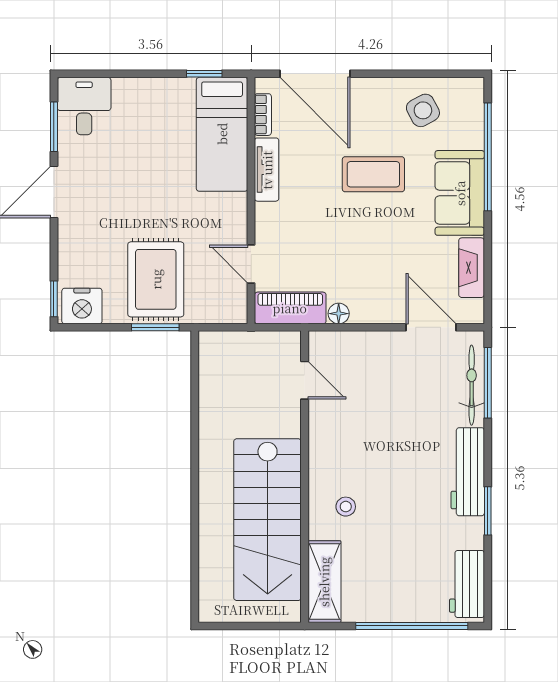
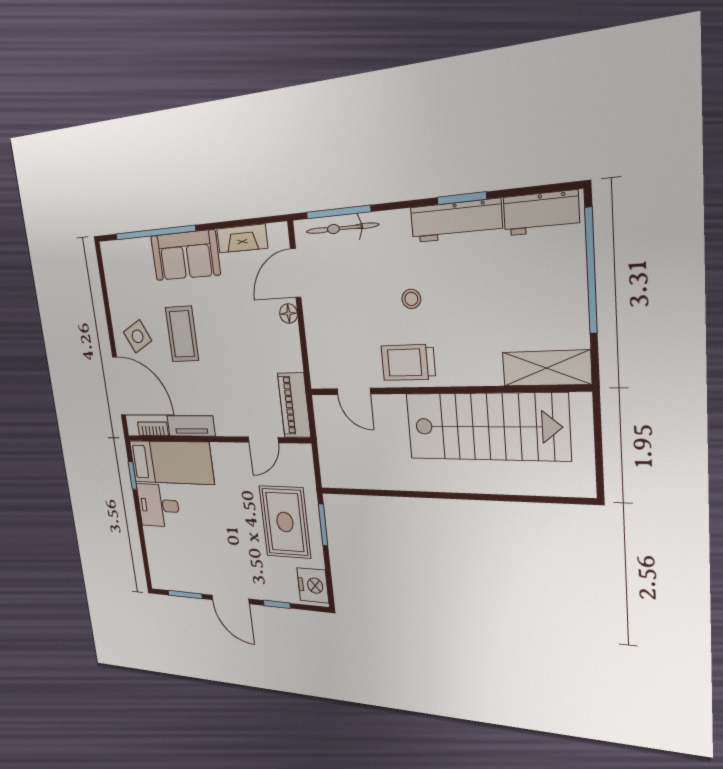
door: (315, 74) -> (119, 386), hinge flipped
desk: (84, 106) -> (158, 505), moved
side table: (423, 110) -> (138, 336), moved
rug: (156, 279) -> (285, 522), turned 90
window: (54, 299) -> (277, 604), moved
floor lamp: (339, 314) -> (289, 314), moved
door: (305, 380) -> (354, 391), swing flipped
trolley: (333, 444) -> (408, 363), added
workbench: (468, 472) -> (456, 221), moved
stool: (346, 507) -> (411, 299), moved

